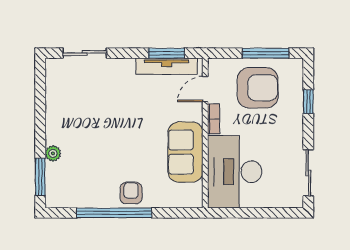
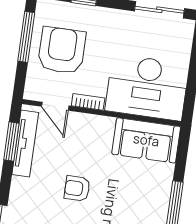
sofa: (185, 152) -> (146, 140), moved
armchair: (131, 193) -> (77, 188), moved

